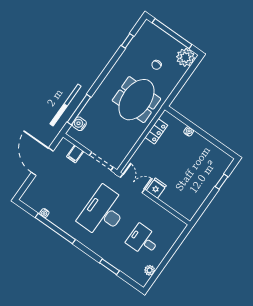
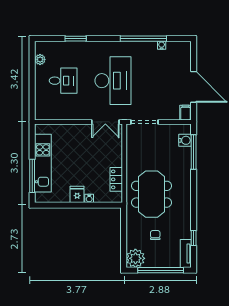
tv unit: (143, 33) -> (186, 254), added
filing cabinet: (75, 154) -> (185, 113), moved
window: (222, 182) -> (32, 176), width x2.17
kitchen unit: (206, 186) -> (43, 163), added
fridge: (156, 188) -> (77, 194), moved, turned 180

